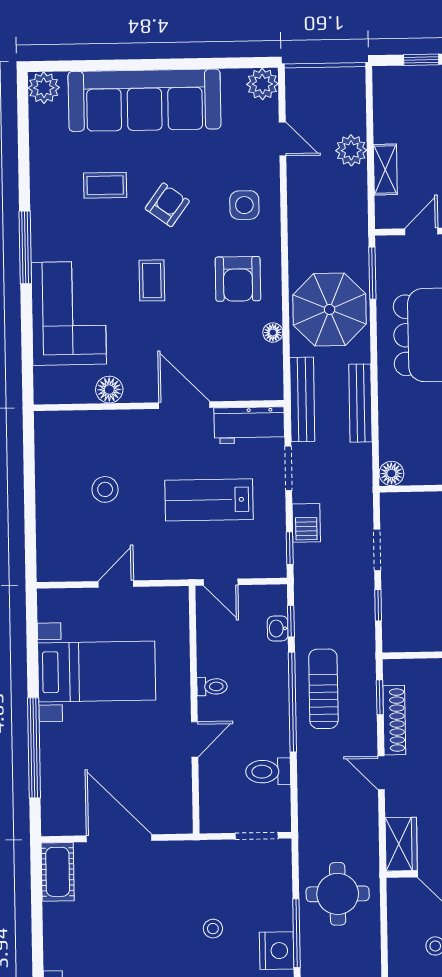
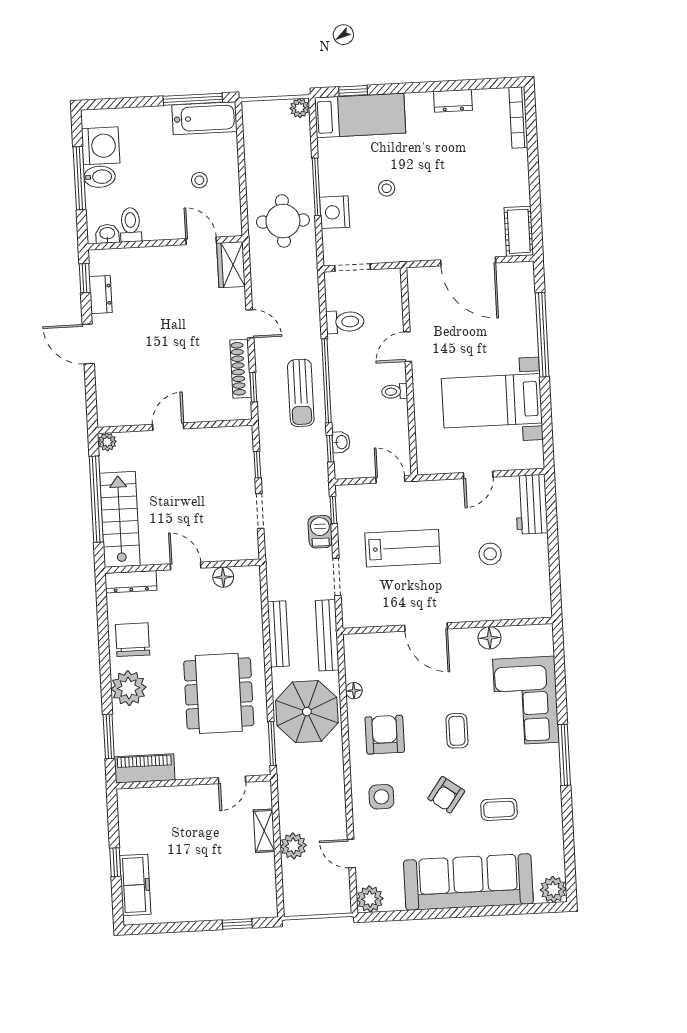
workbench: (249, 425) -> (531, 504), moved, turned -90
floor lamp: (391, 473) -> (223, 577), moved
nightstand: (277, 951) -> (335, 212), moved

